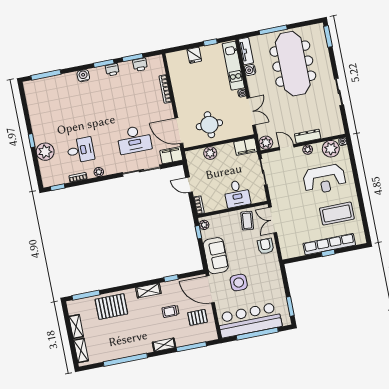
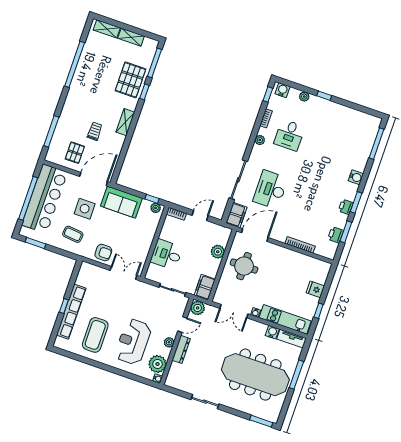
plant: (45, 152) -> (304, 97), width x0.53, depth x0.53
water cooler: (47, 177) -> (282, 90), added
coffee table: (247, 221) -> (73, 234), moved
window: (171, 278) -> (144, 92), moved
shelving: (164, 345) -> (68, 108), removed

